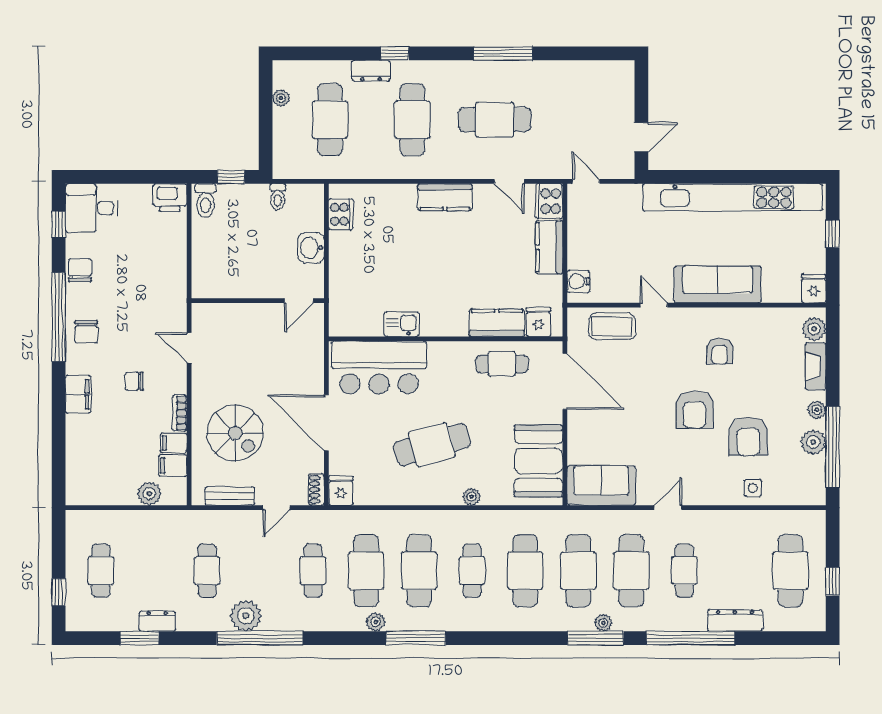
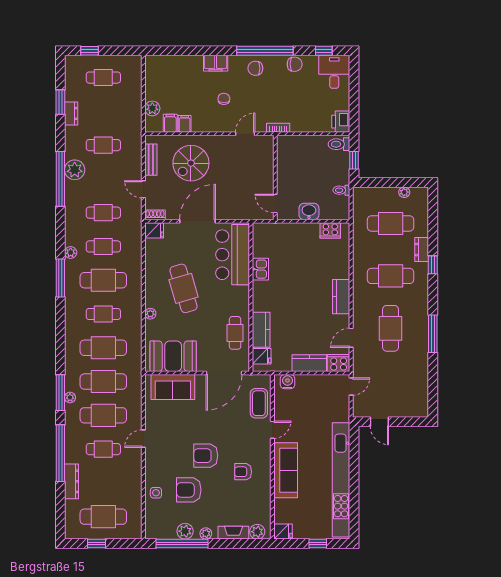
bookcase: (180, 413) -> (278, 128), moved
sofa: (601, 486) -> (173, 387), moved, turned 90
door: (668, 508) -> (143, 439), swing flipped
cafe table: (366, 571) -> (103, 246), width x0.73, depth x0.74

